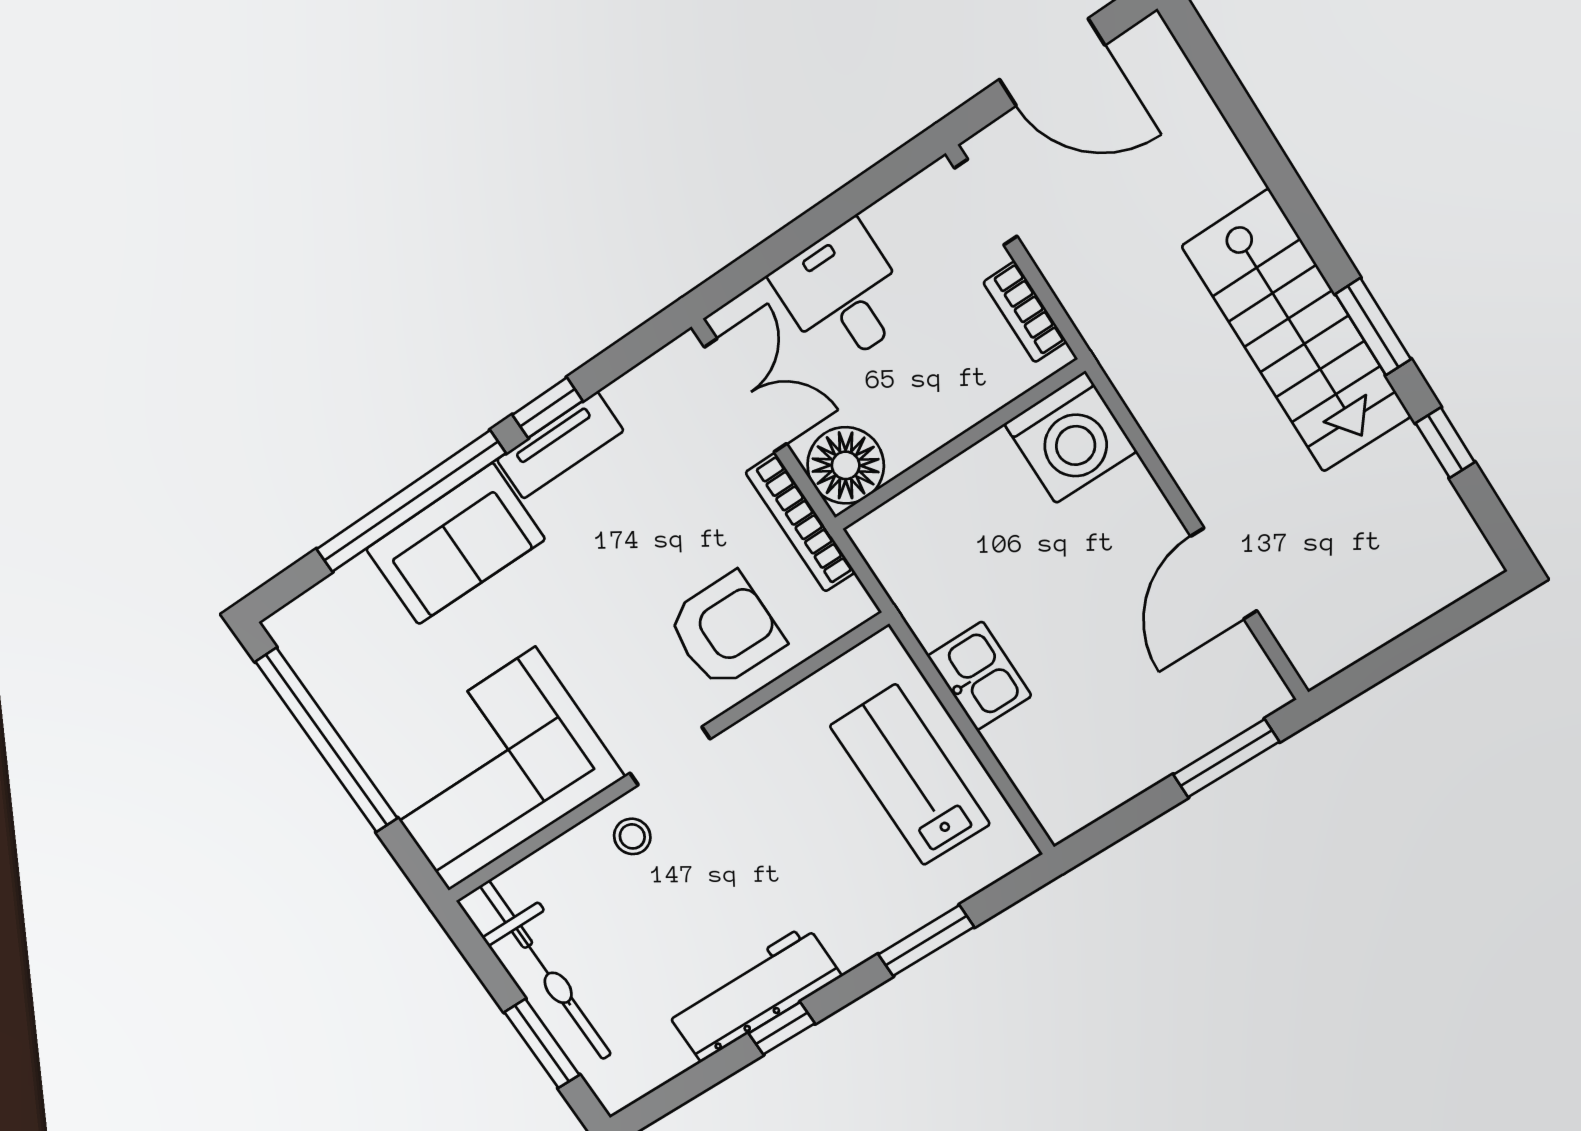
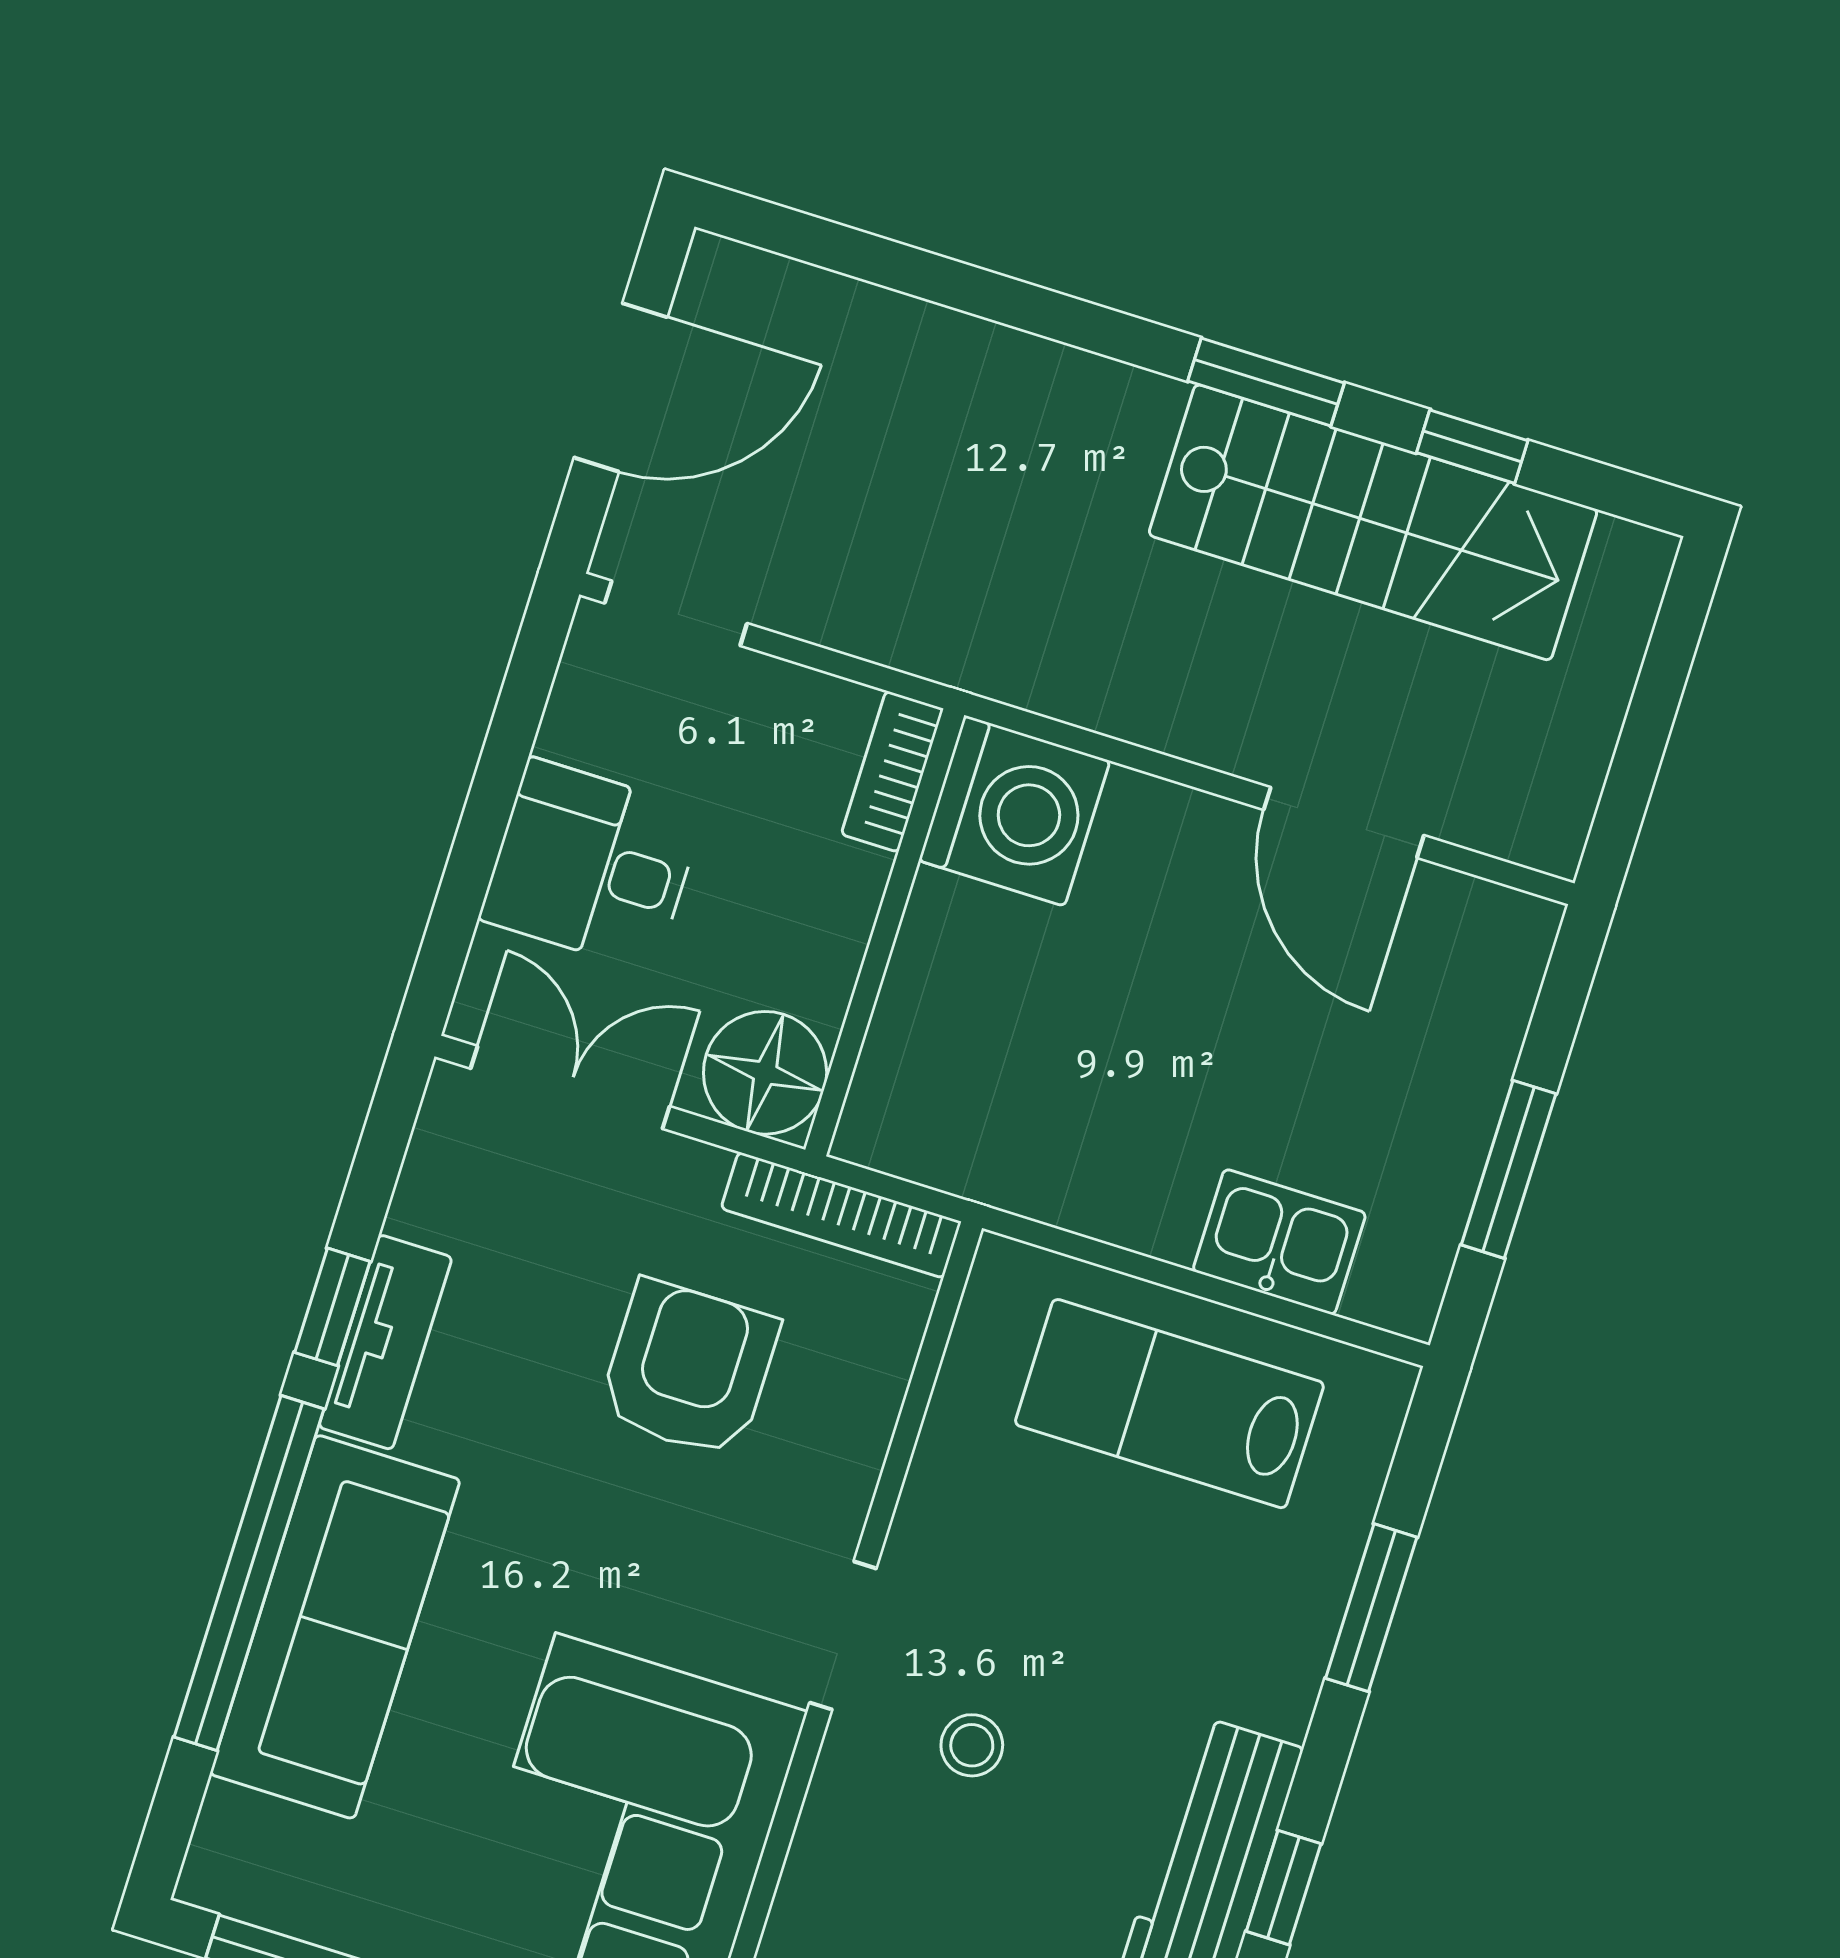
bookcase: (1025, 312) -> (892, 771), moved, turned 90
stairs: (1297, 332) -> (1373, 522), moved
bookcase: (800, 522) -> (841, 1215), moved
sofa: (455, 544) -> (335, 1627), width x1.36
armchair: (726, 630) -> (689, 1369), moved
kitchen sink: (979, 676) -> (1279, 1242), moved
window: (1226, 758) -> (1509, 1169), moved
stool: (632, 836) -> (972, 1745), moved

